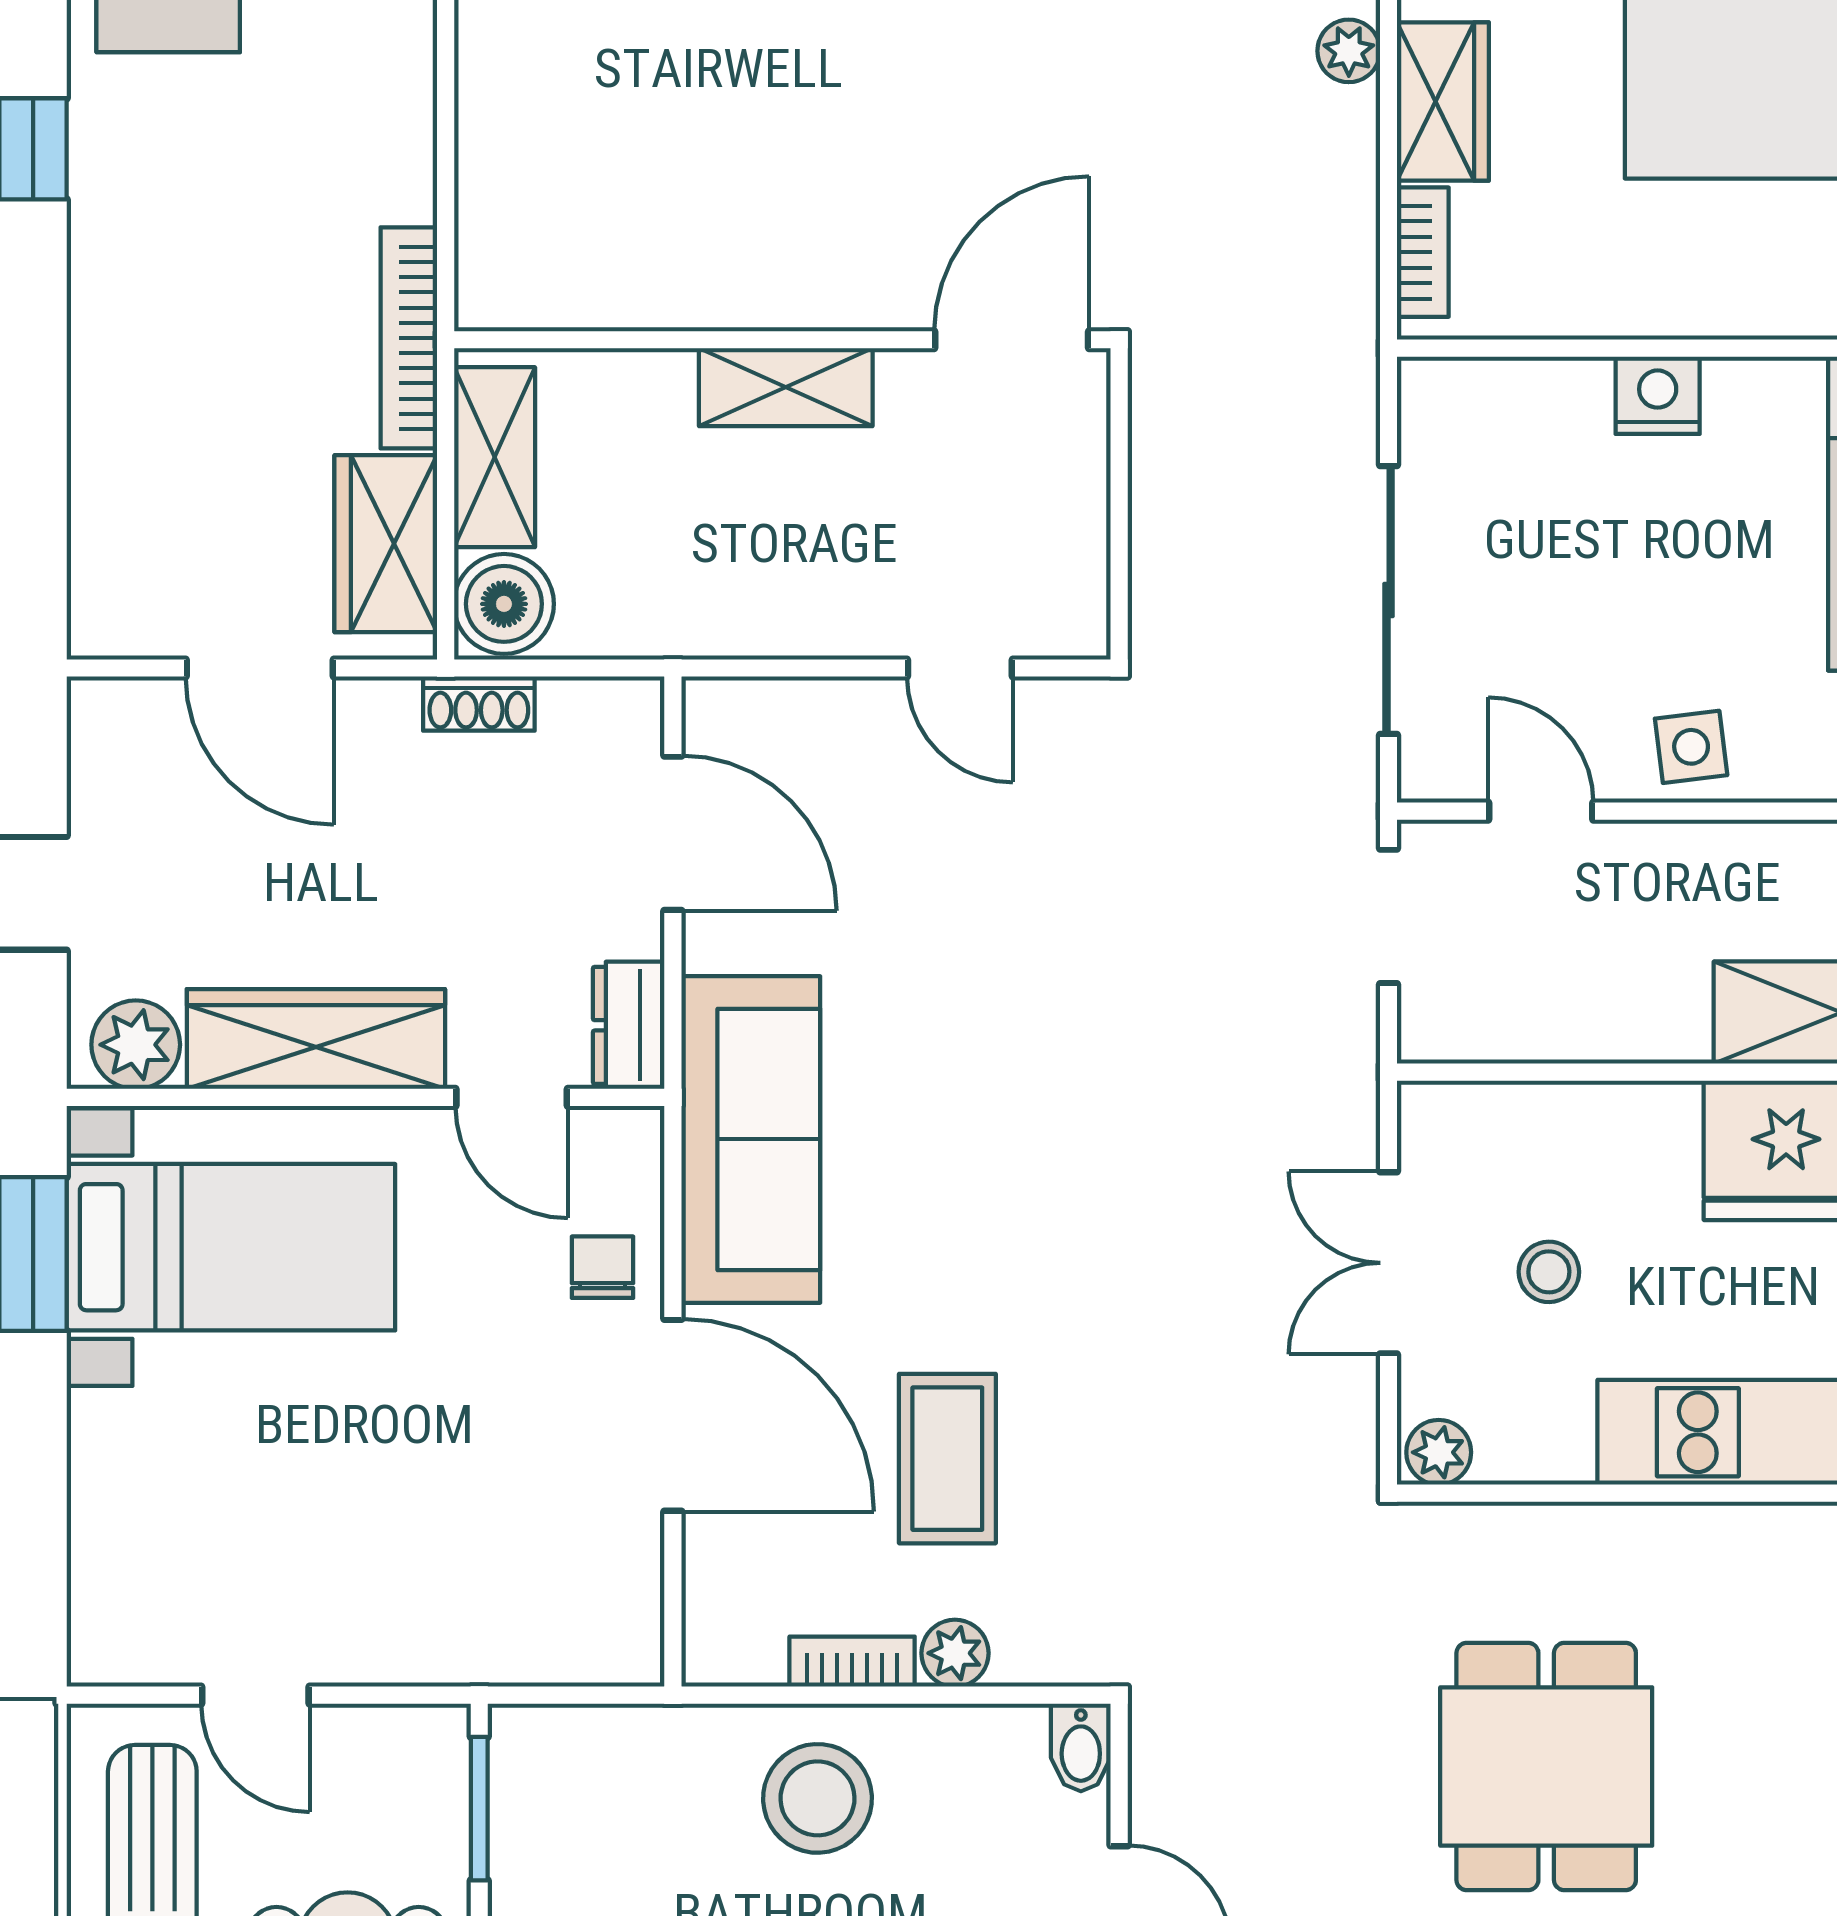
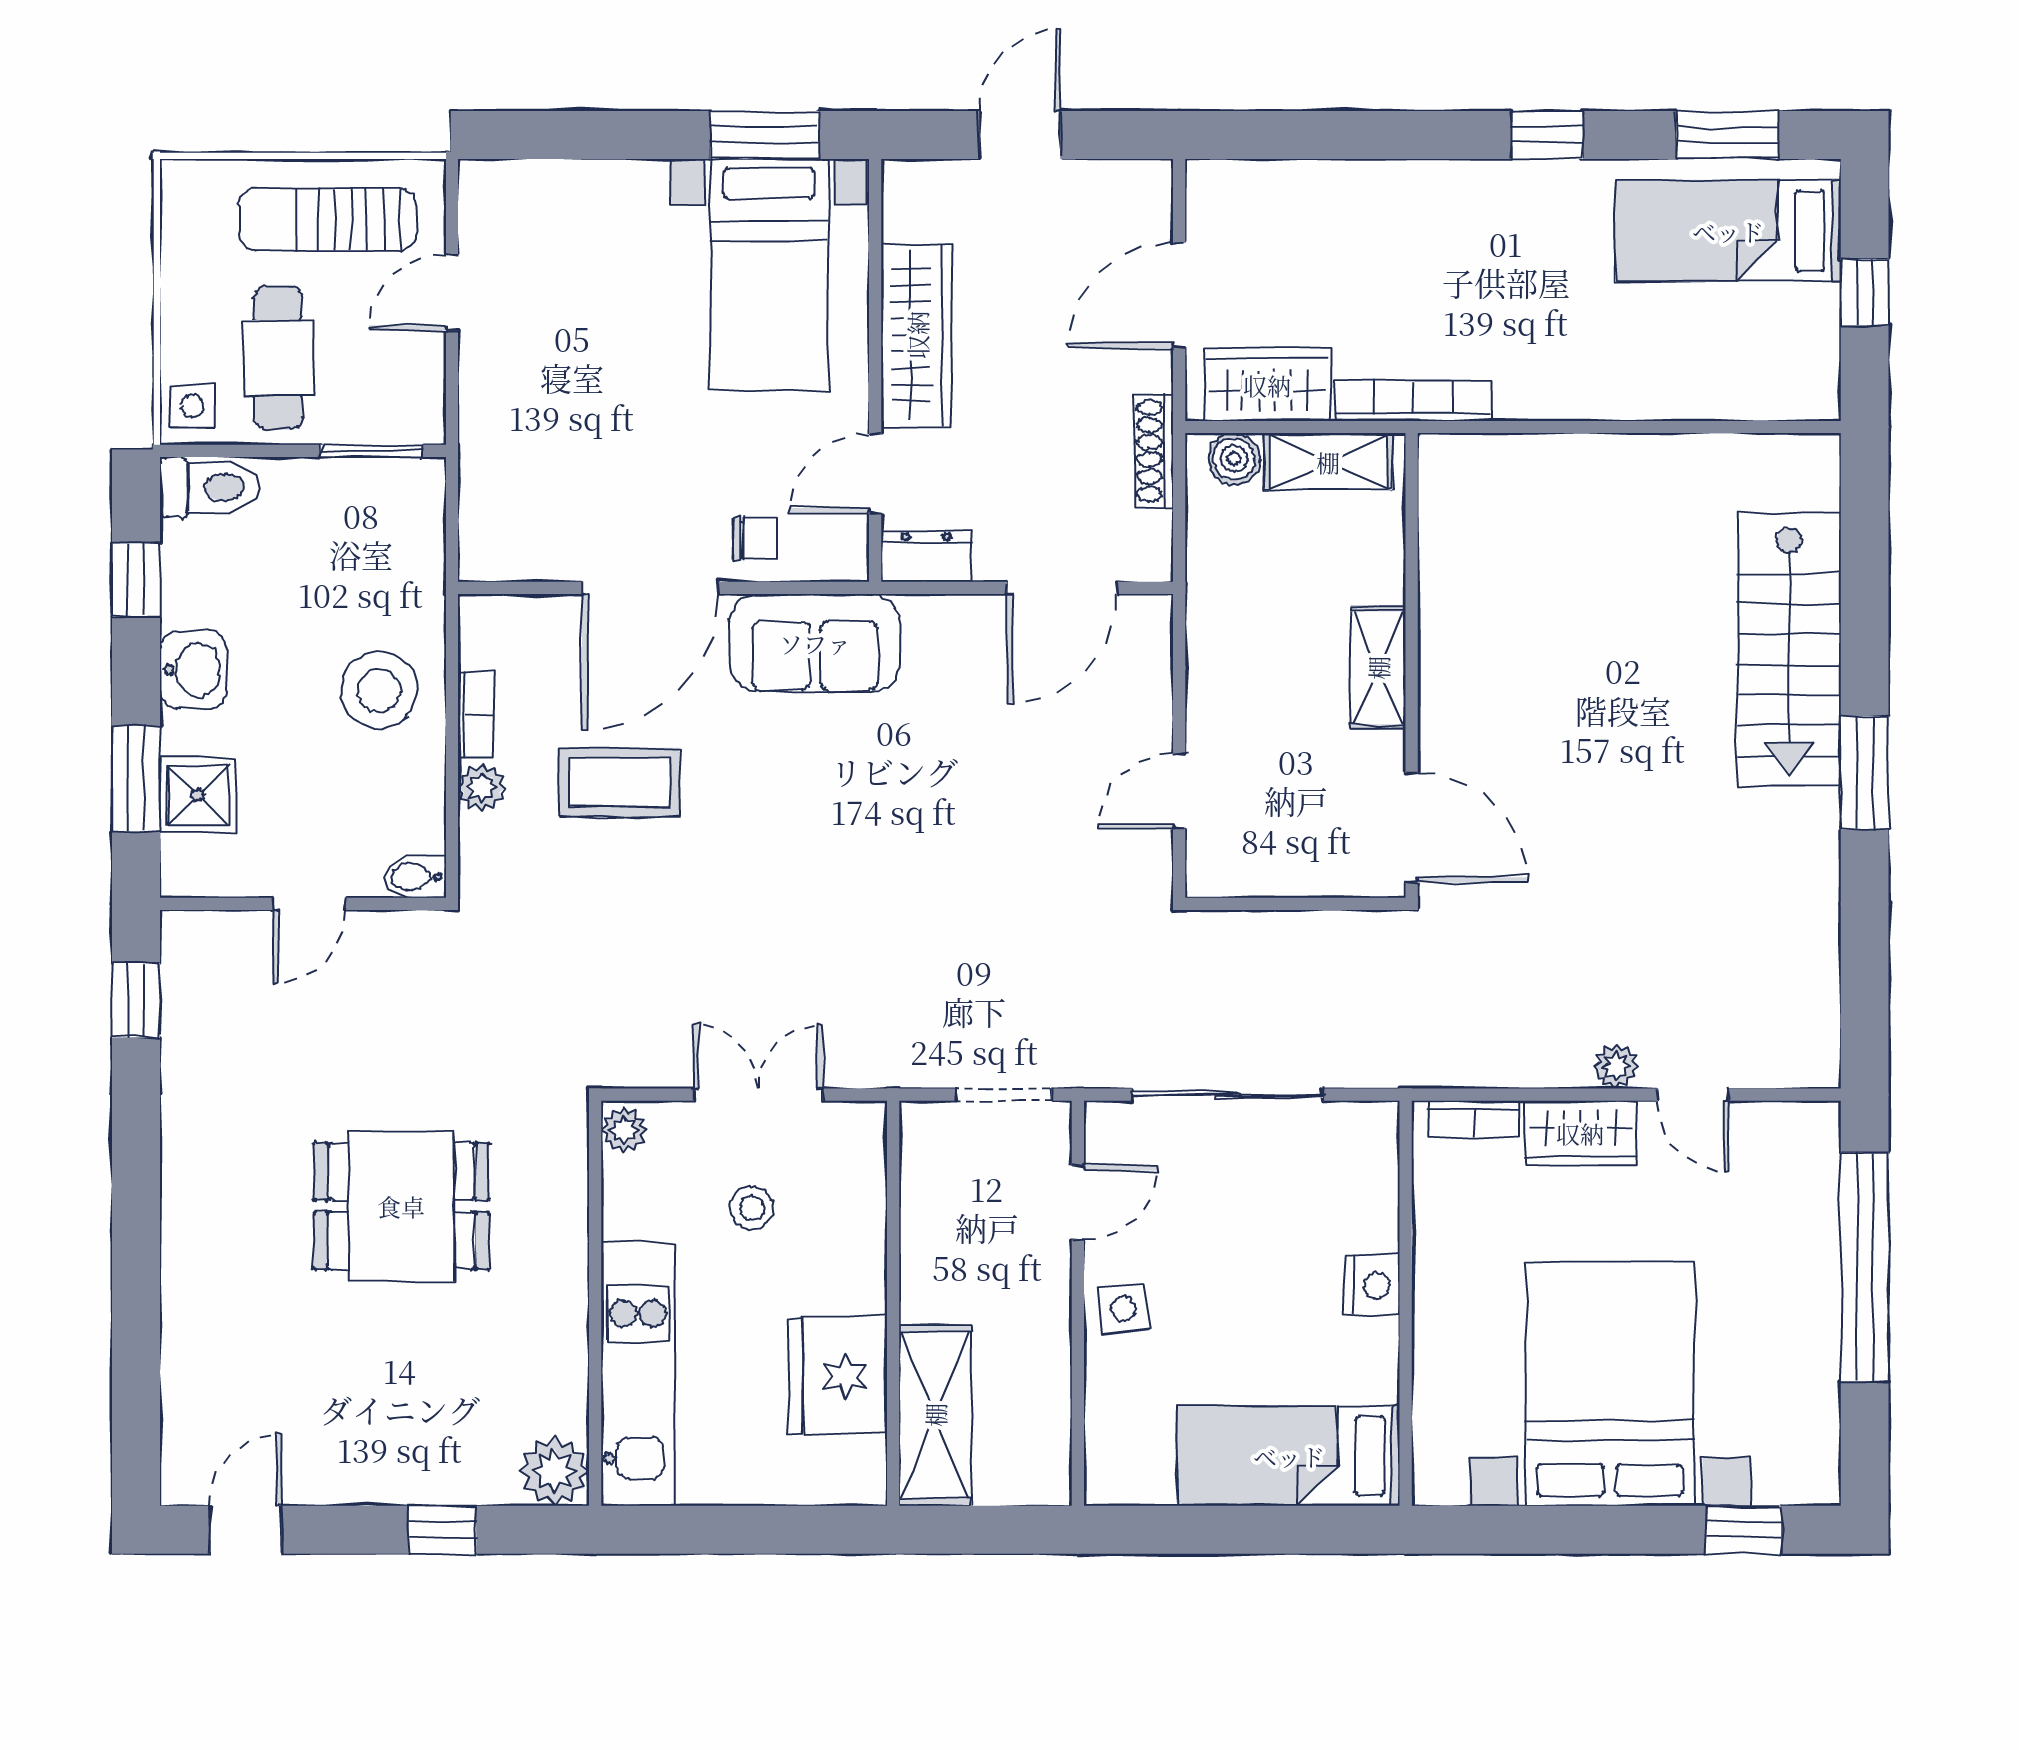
boiler: (504, 604) -> (1234, 459), width x0.73, depth x0.73
shoe rack: (479, 704) -> (1154, 451), width x1.43
plant: (136, 1045) -> (913, 208), removed
sofa: (751, 1139) -> (815, 643), width x0.73

